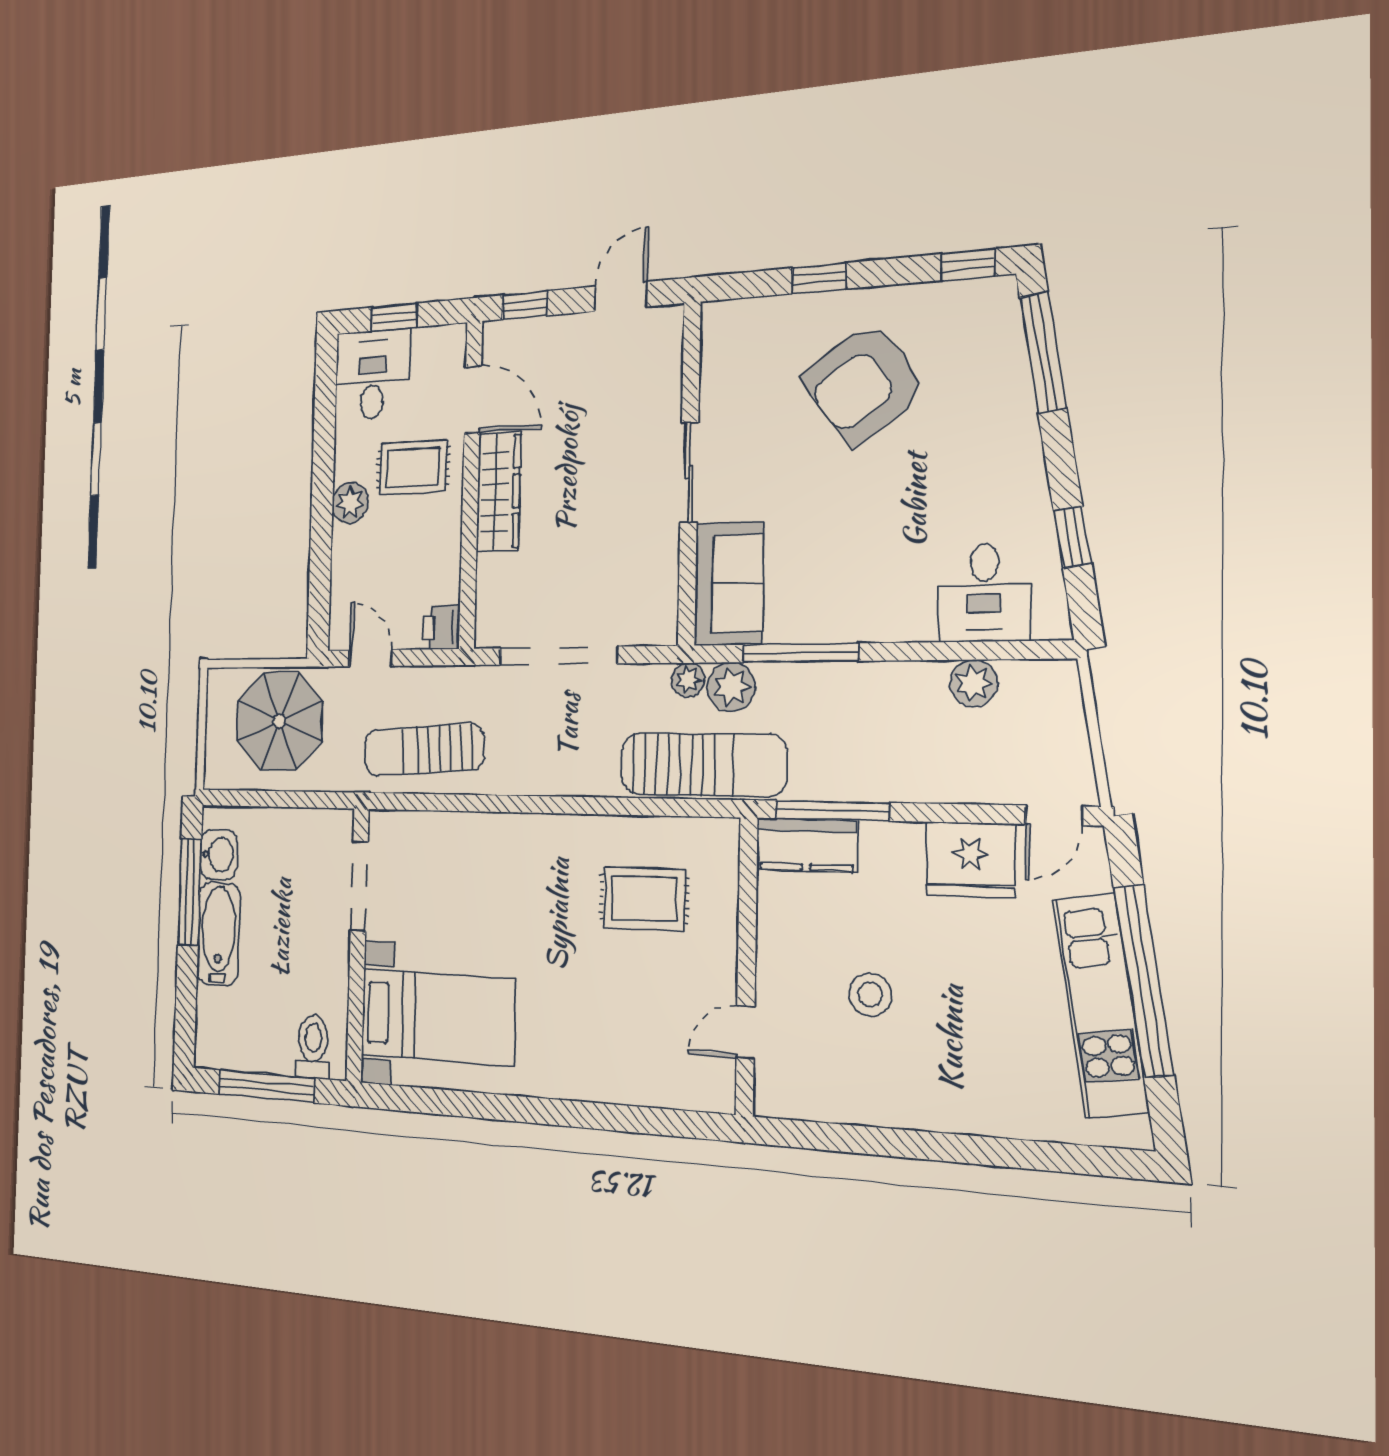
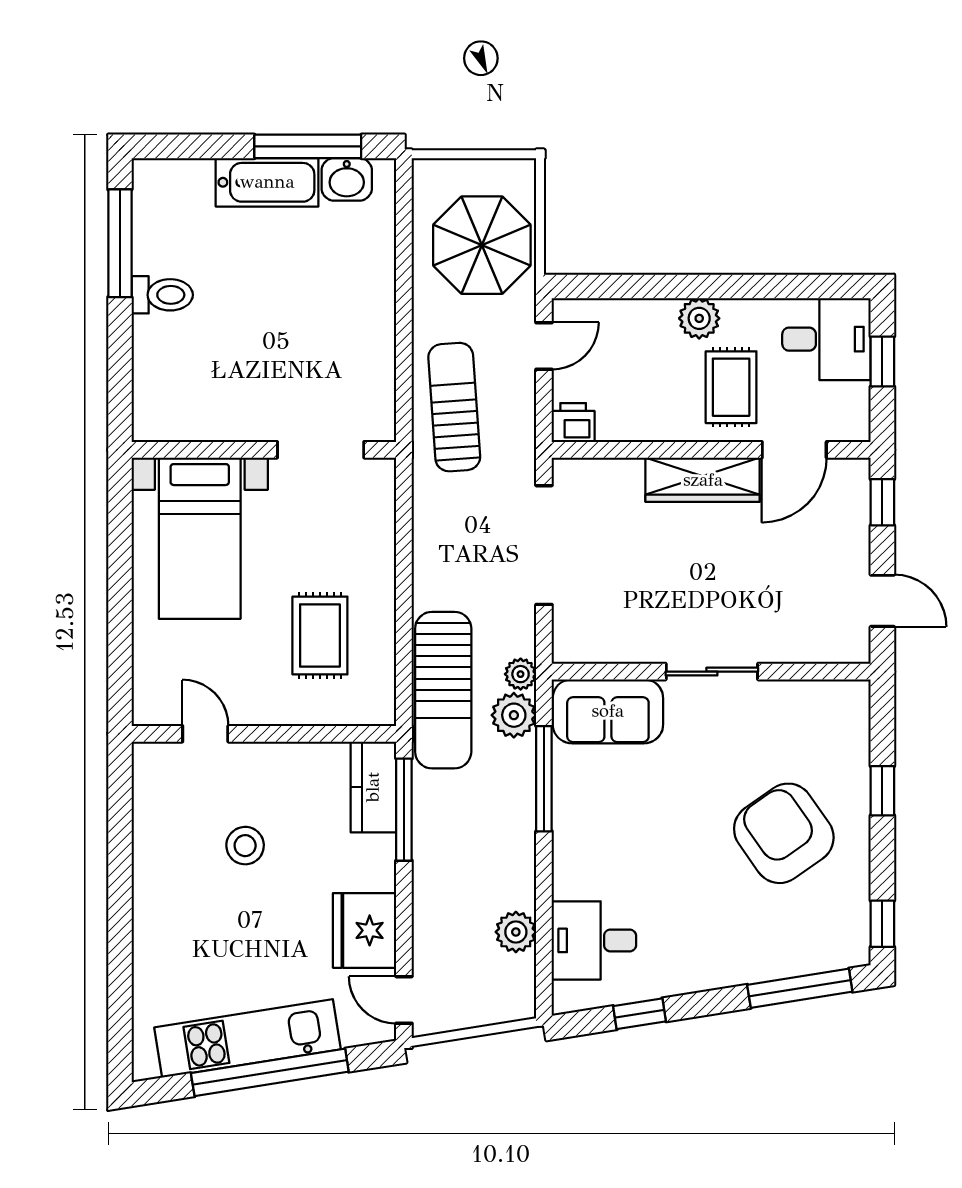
doorway: (359, 886) -> (321, 450), moved
wall: (358, 945) -> (264, 450), moved
bed with nightstands: (438, 1017) -> (200, 538), moved

